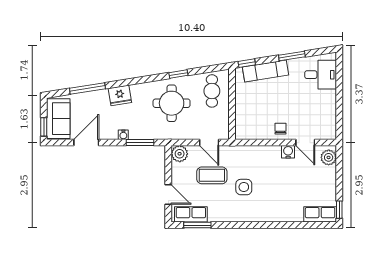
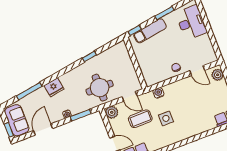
desk: (321, 75) -> (191, 22), width x1.37
cafe table: (212, 91) -> (118, 59), removed
round table: (172, 103) -> (100, 88), moved
water cooler: (288, 152) -> (158, 93), moved

